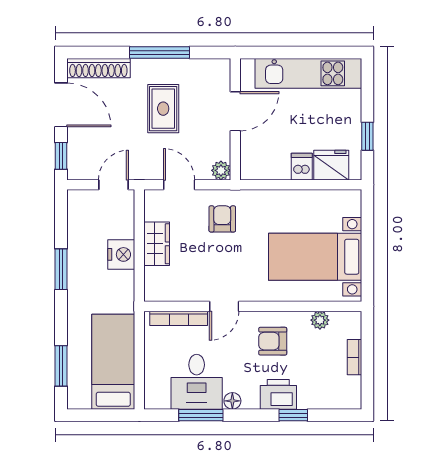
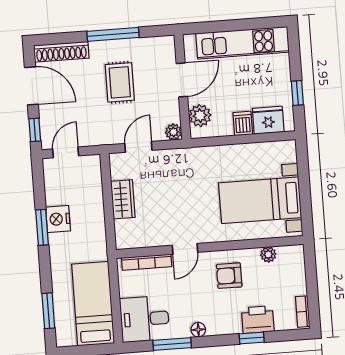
plant: (253, 154) -> (200, 116), added
door: (113, 185) -> (66, 152), moved
door: (179, 185) -> (138, 147), hinge flipped
armchair: (222, 219) -> (178, 174), removed
nightstand: (121, 254) -> (58, 219), moved, turned 180
bookcase: (354, 357) -> (303, 312), moved
desk: (197, 382) -> (145, 319), moved, turned 90
printer: (278, 394) -> (258, 320), moved

